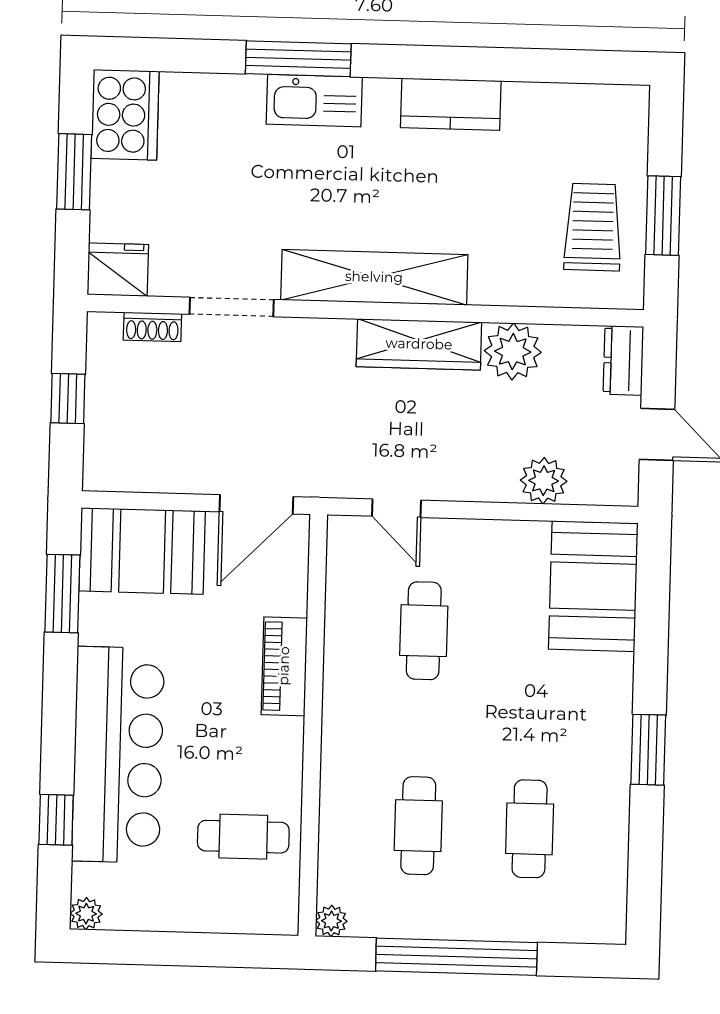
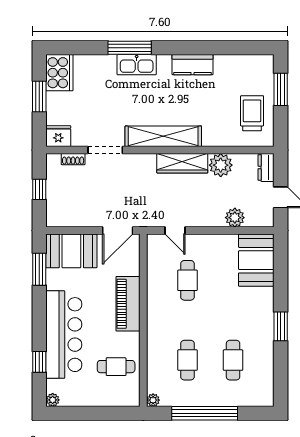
window: (663, 216) -> (281, 89), moved
piano: (284, 666) -> (128, 304), width x1.37, depth x1.33

